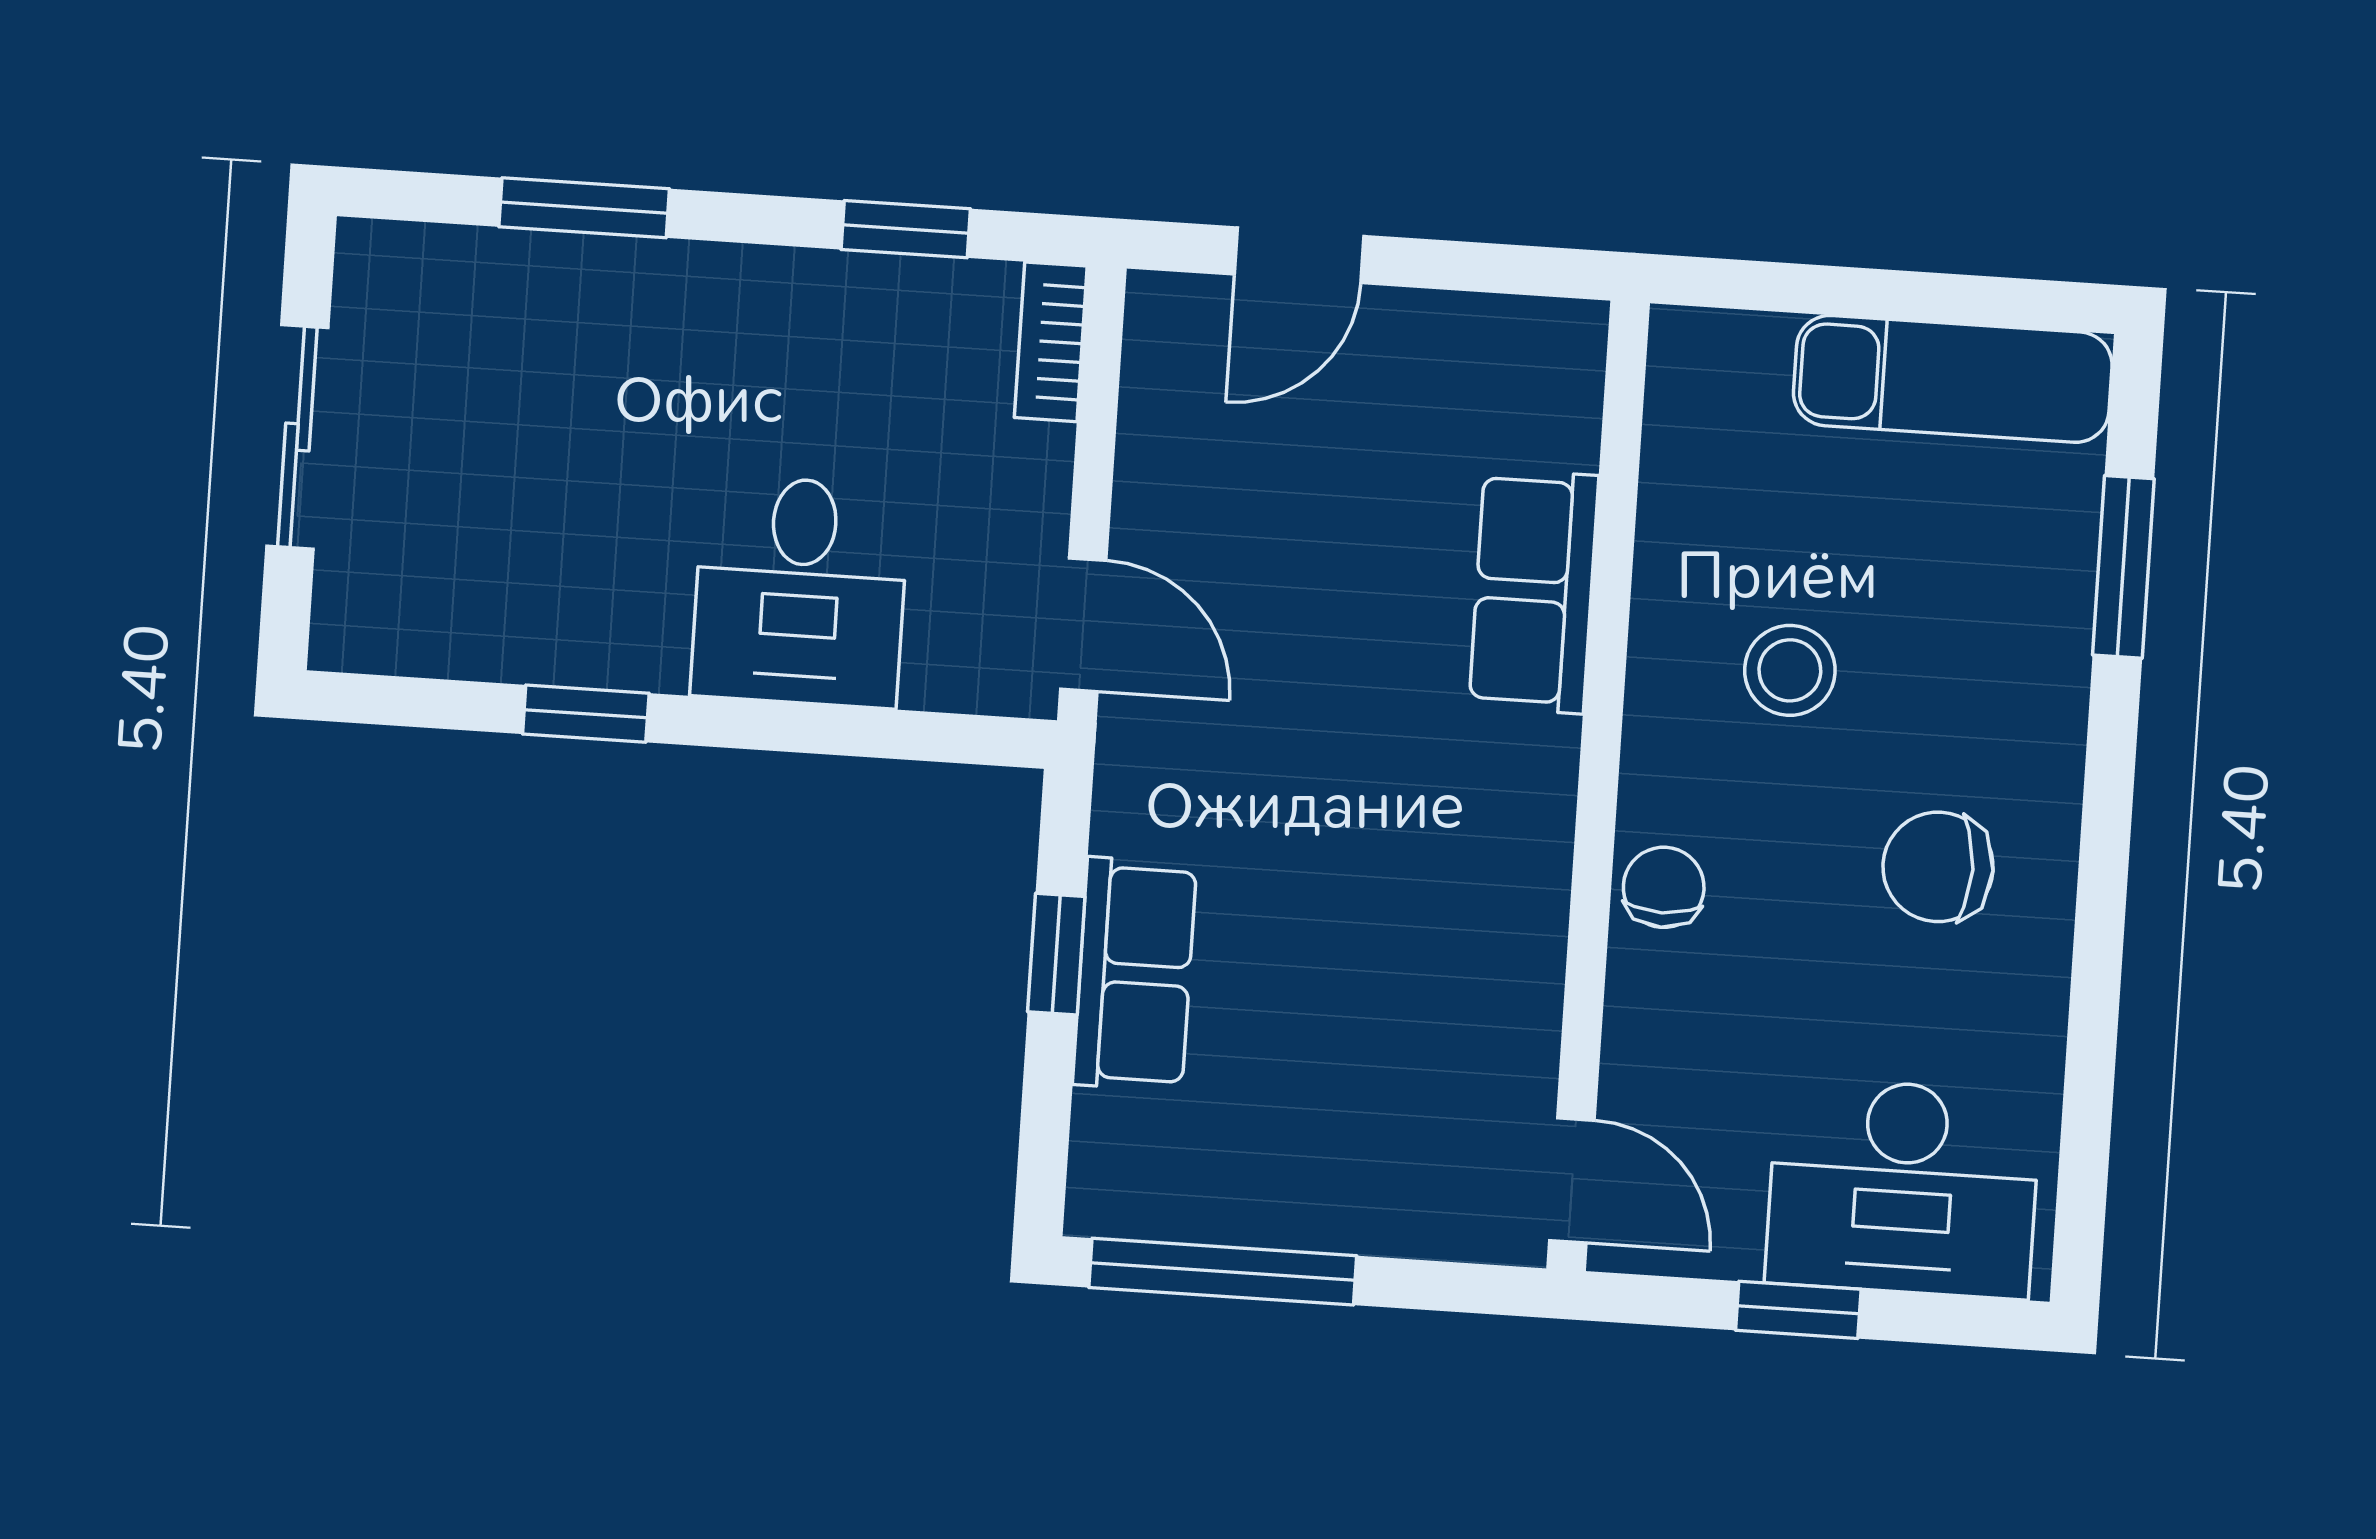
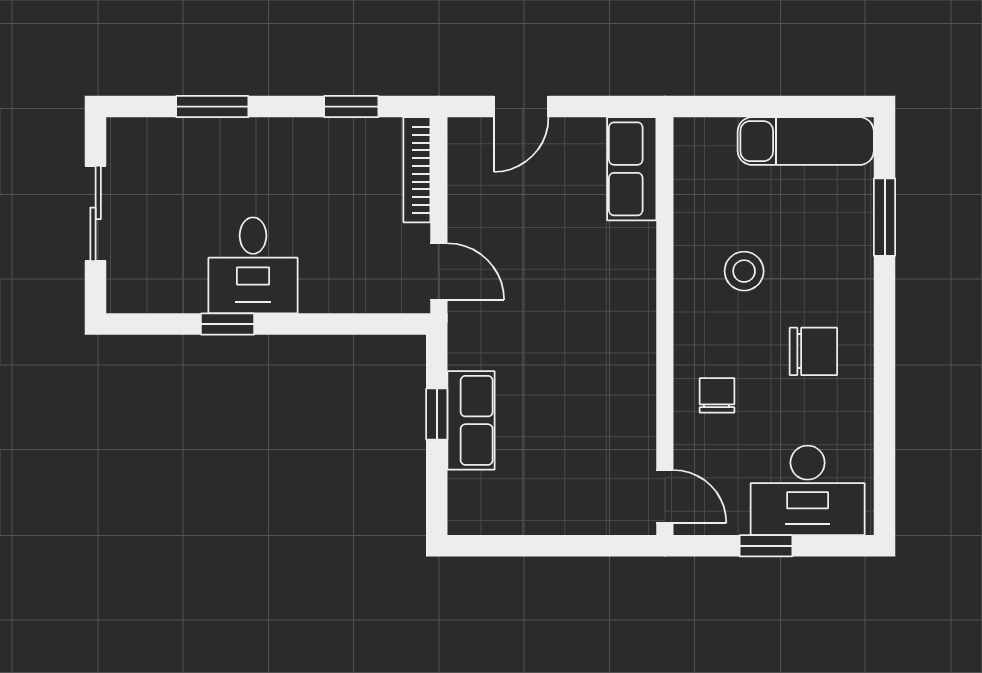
bookcase: (1051, 342) -> (417, 170), width x1.56
desk: (800, 591) -> (253, 265), moved
row of seats: (1534, 591) -> (632, 169), moved
chair: (1938, 867) -> (813, 351), turned 180
chair: (1664, 887) -> (717, 395), moved
window: (1223, 1272) -> (517, 546), removed

